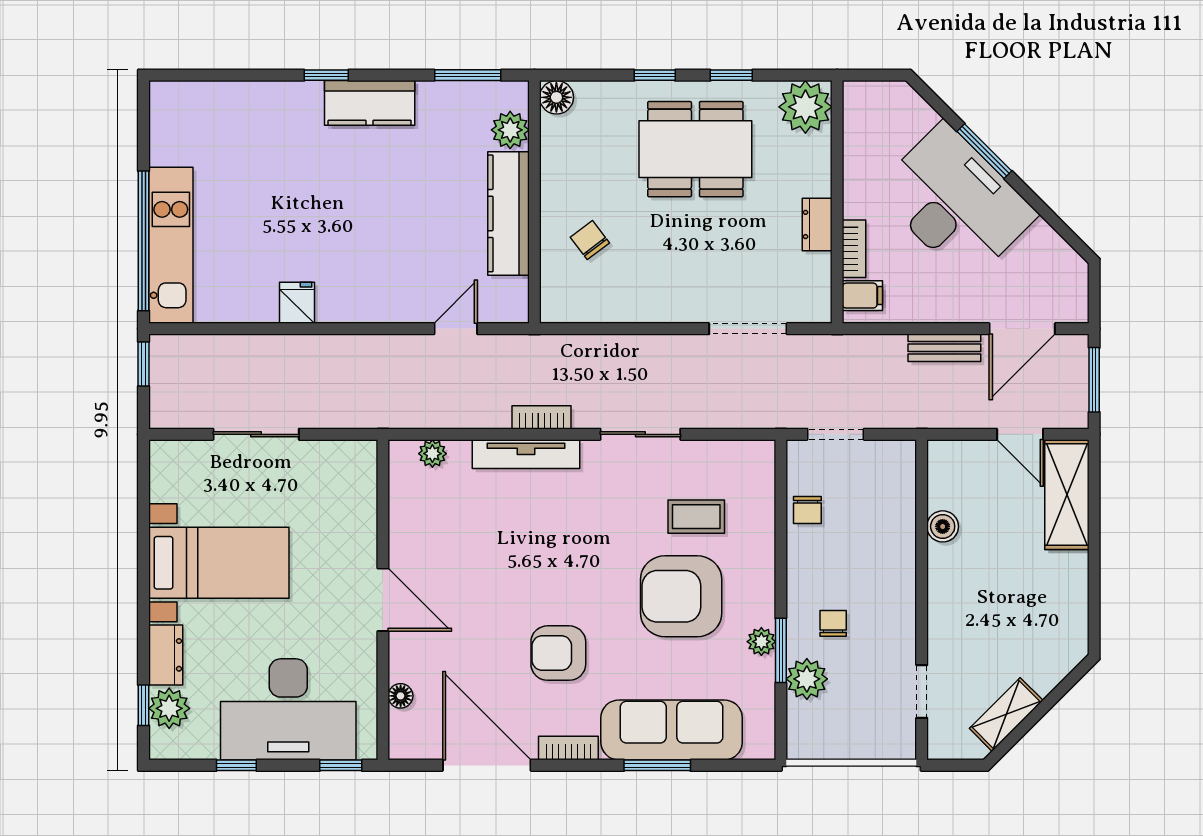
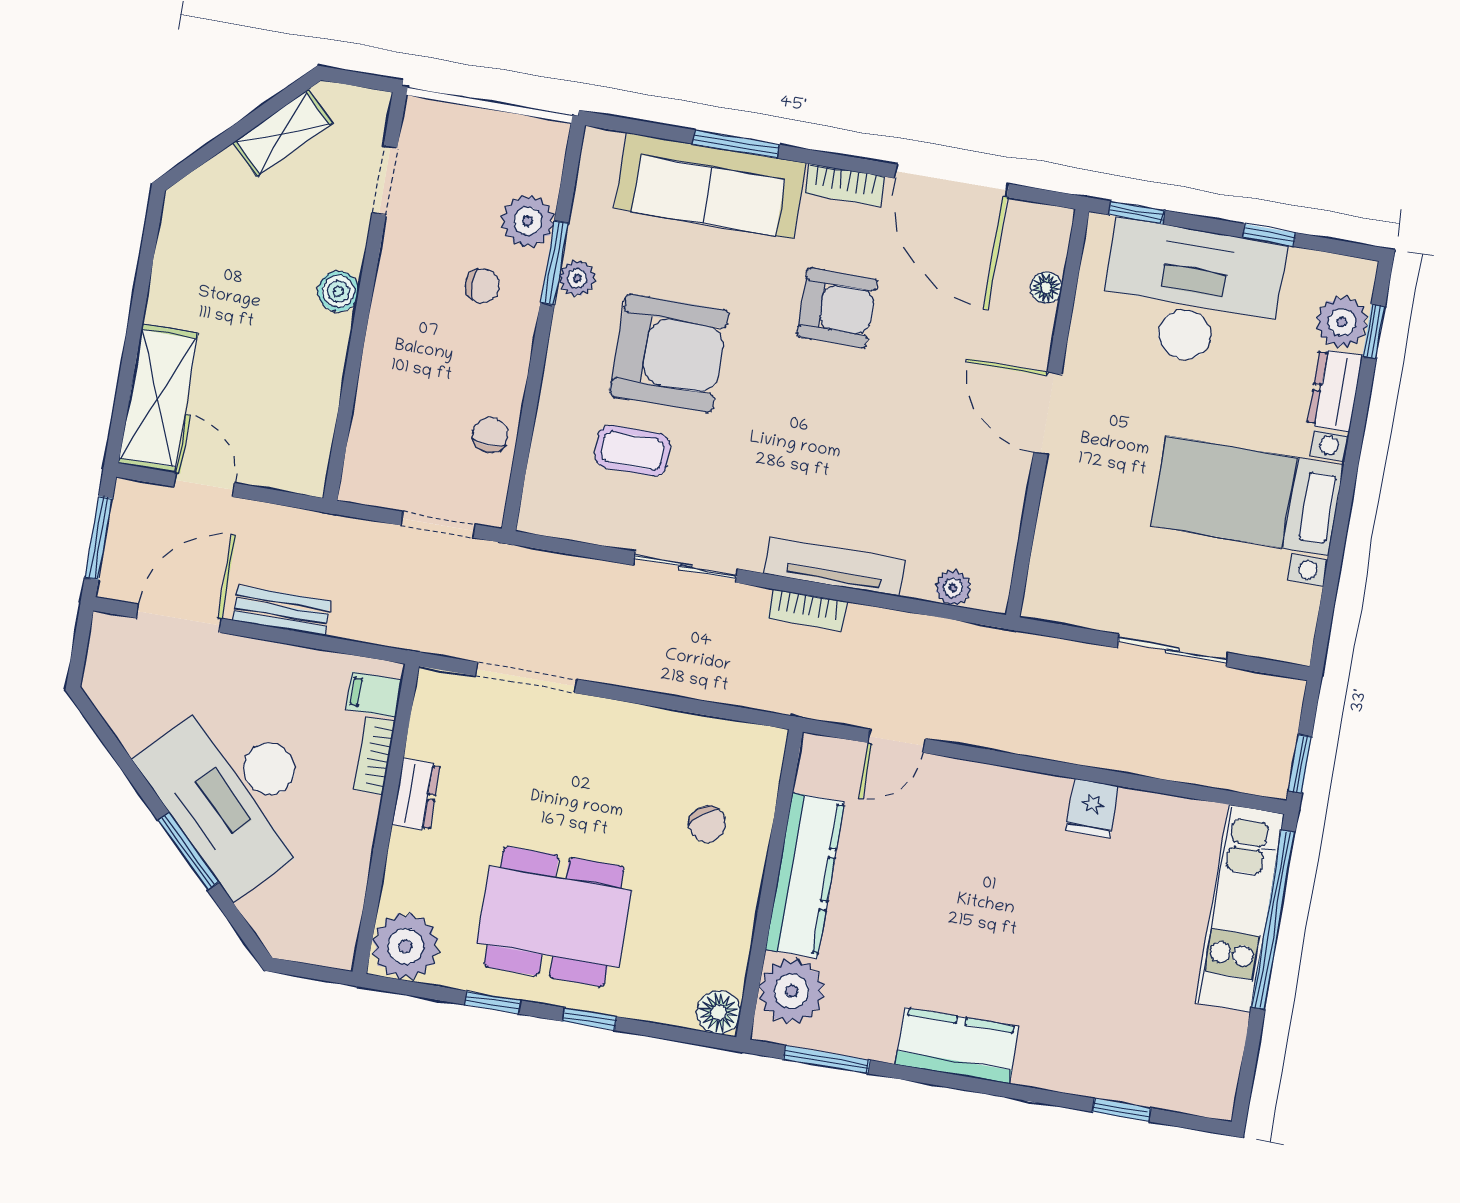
window: (326, 75) -> (1122, 1110), moved
plant: (510, 130) -> (792, 991), width x1.36, depth x1.36
boiler: (943, 526) -> (338, 291), moved
chair: (833, 623) -> (482, 286), turned -90

